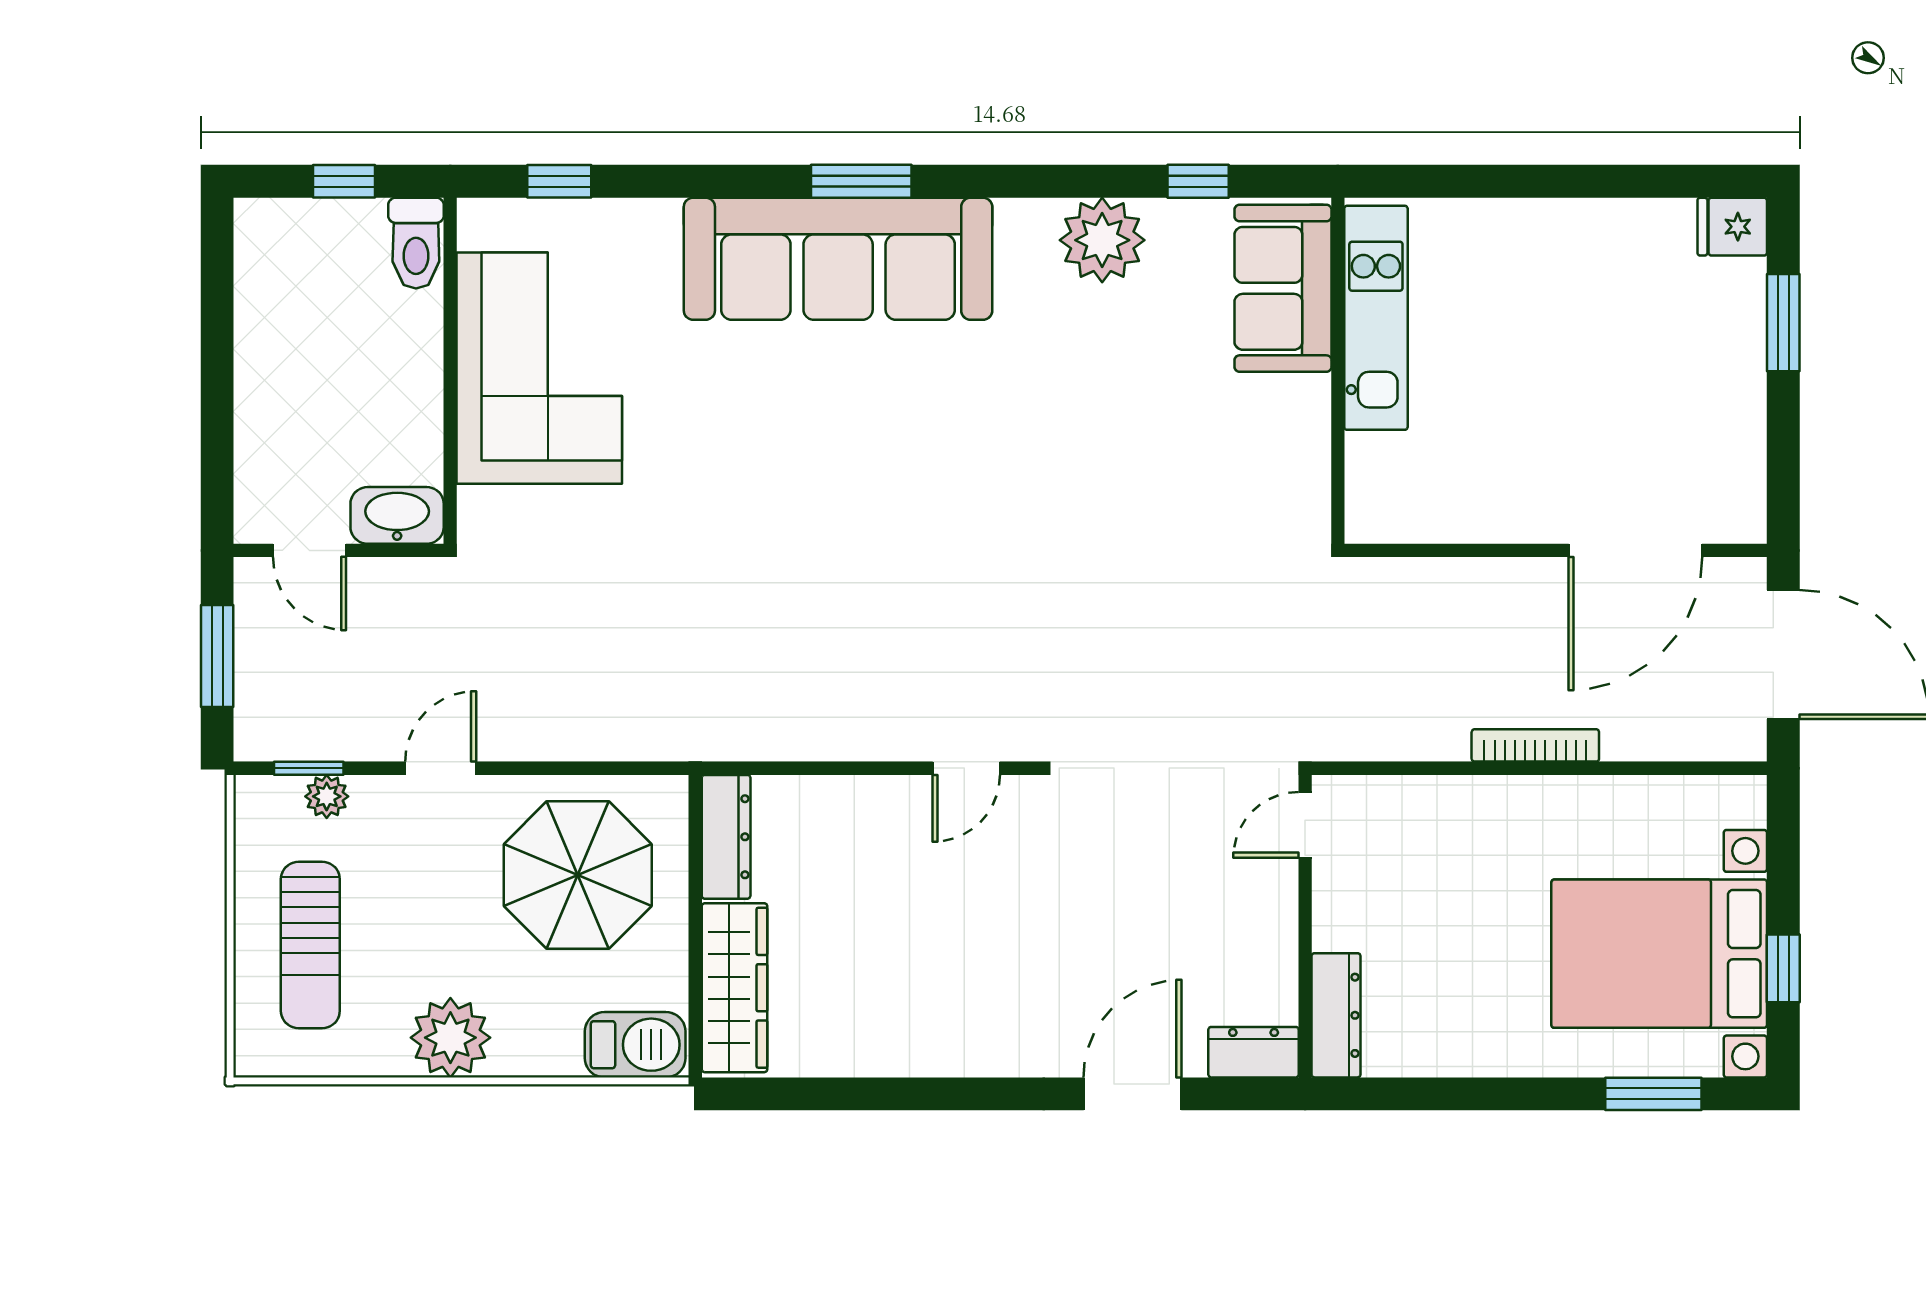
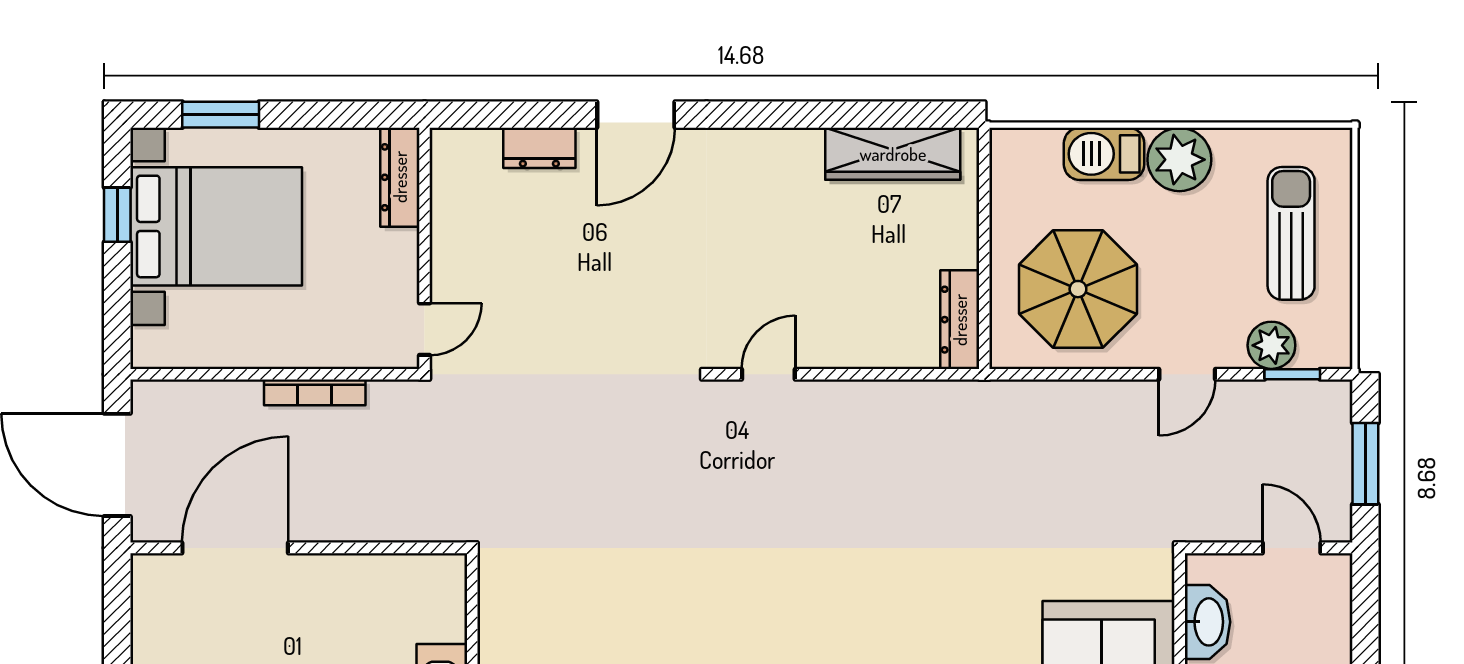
washbasin: (397, 515) -> (1207, 622), moved, turned -90
plant: (327, 796) -> (1271, 345), width x1.38, depth x1.38
door: (1305, 825) -> (424, 329), moved
wall: (1305, 926) -> (424, 248), moved
wardrobe: (734, 988) -> (893, 154), moved, turned -90
dresser: (1336, 1015) -> (400, 177), moved
barbecue: (635, 1045) -> (1104, 154), moved

